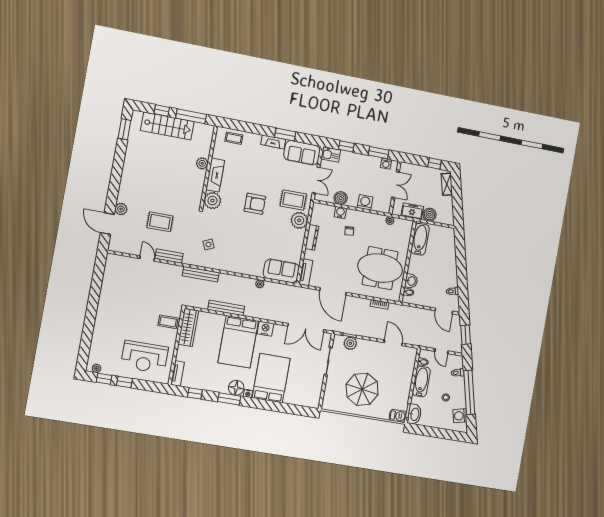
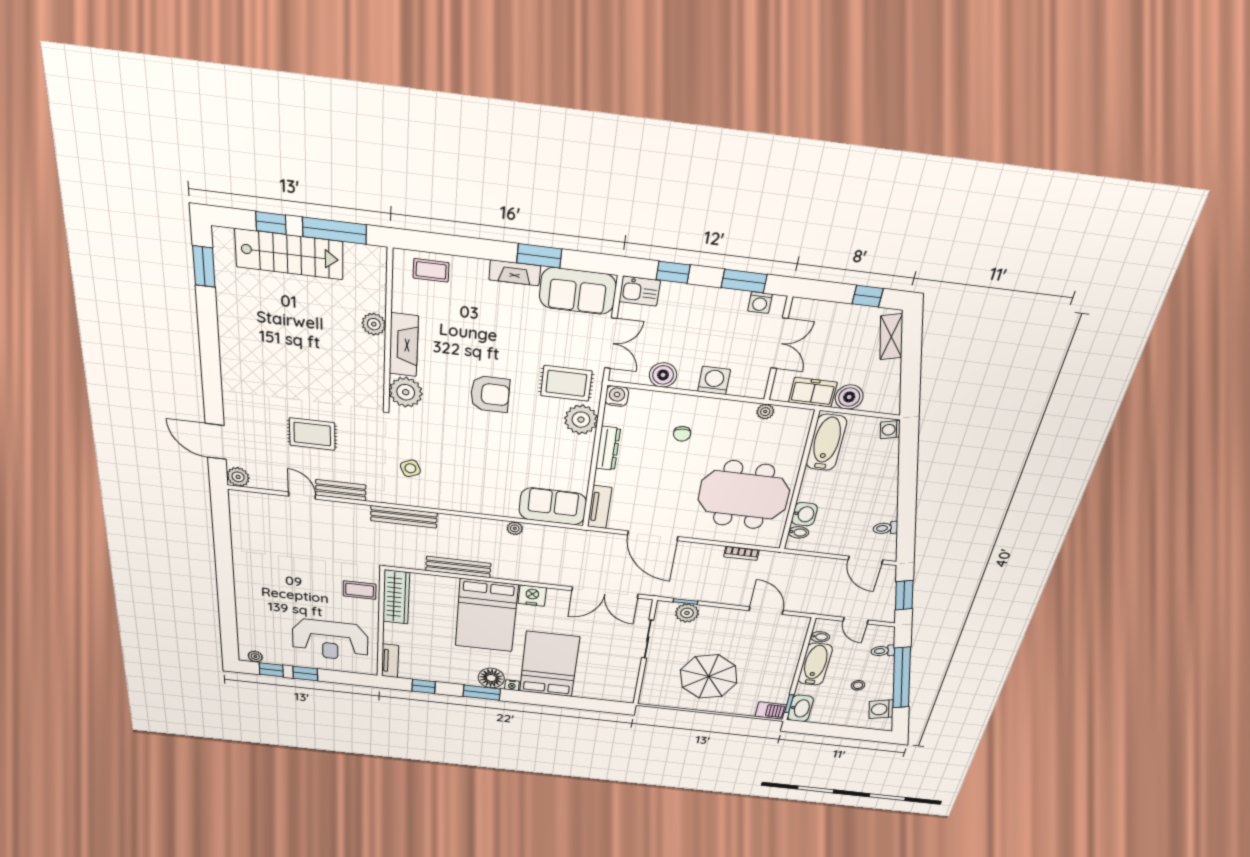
plant: (121, 209) -> (238, 477), moved
water cooler: (340, 212) -> (617, 396), moved
washing machine: (450, 234) -> (890, 430), added

